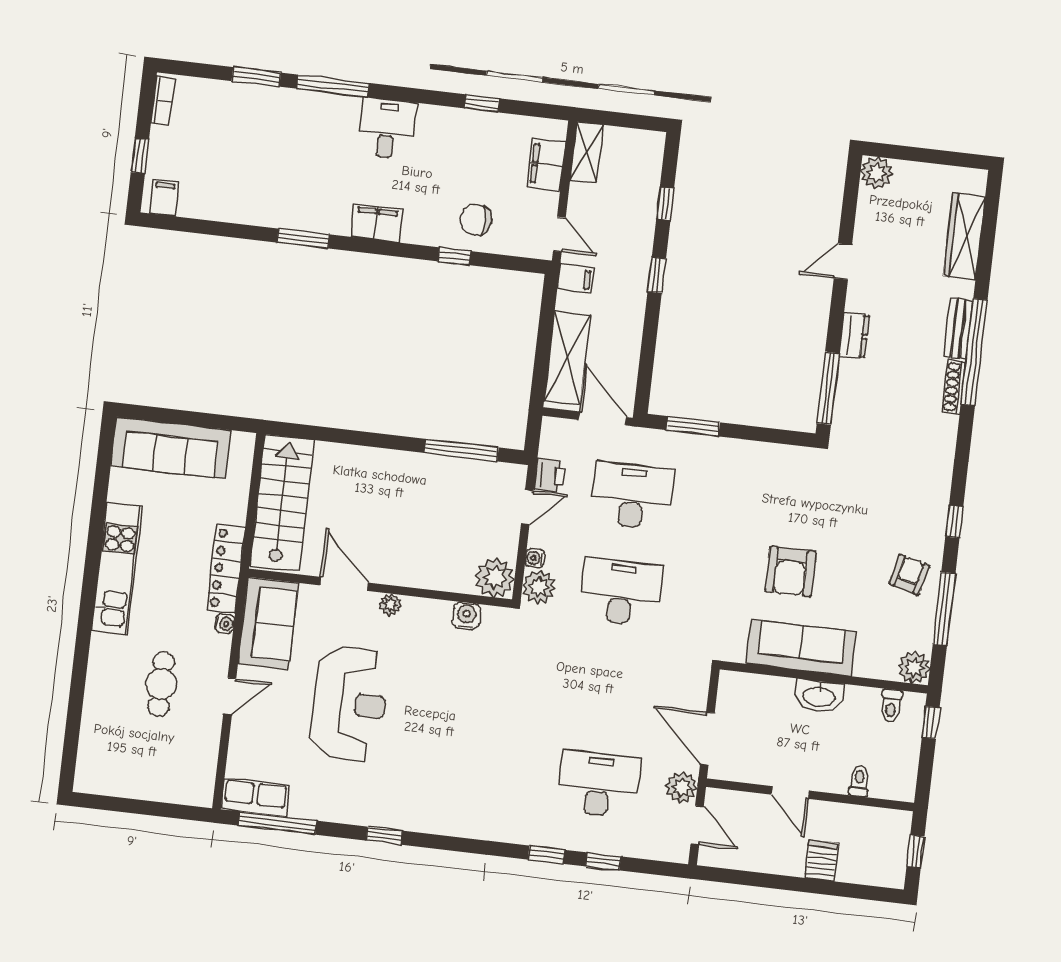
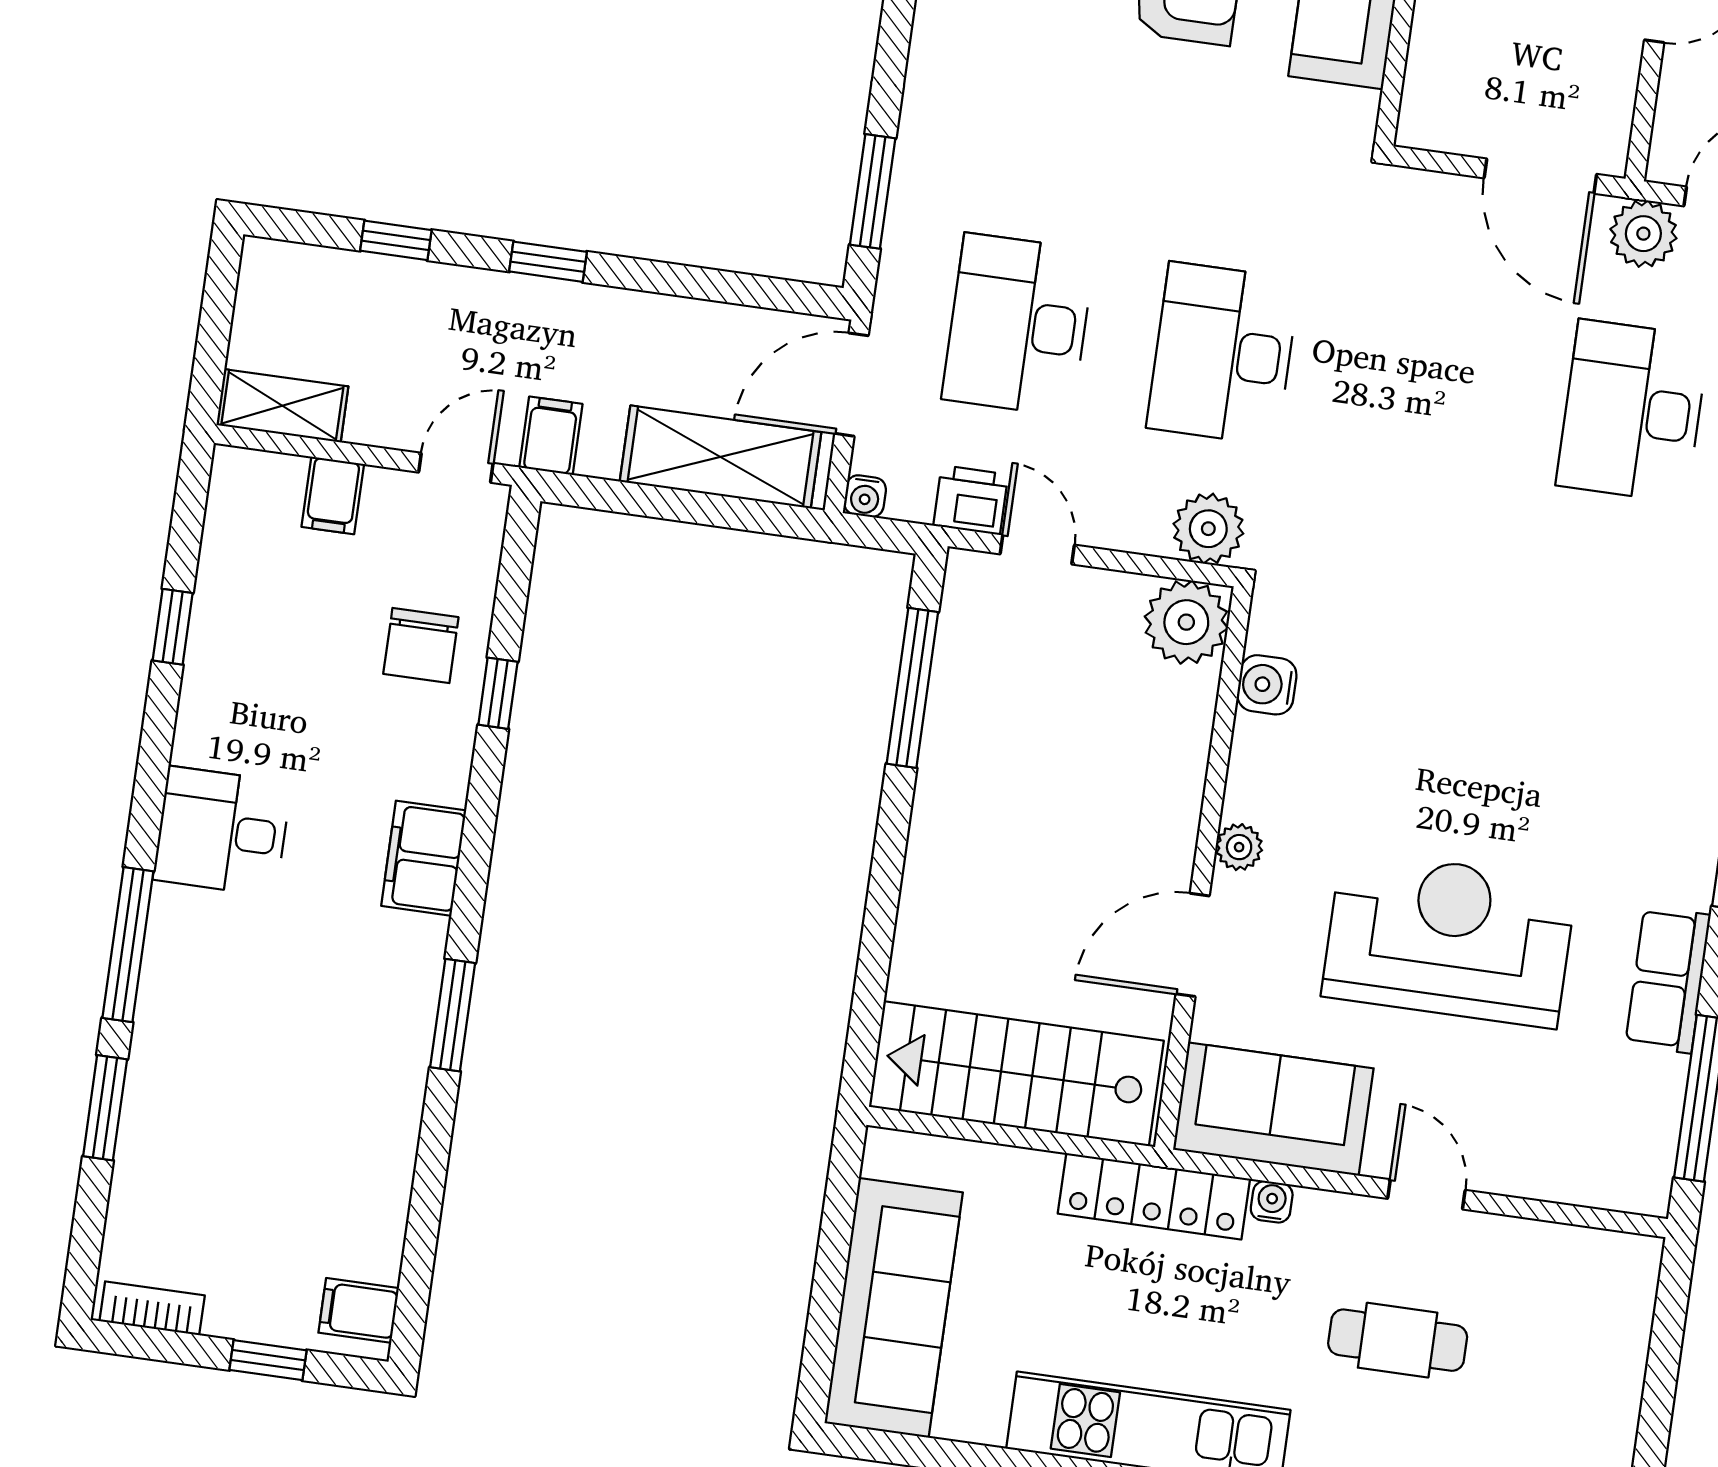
filing cabinet: (547, 164) -> (333, 495), width x0.50
water cooler: (535, 558) -> (865, 496), moved
door: (707, 738) -> (1540, 176), hinge flipped
row of seats: (255, 798) -> (1668, 980), moved

